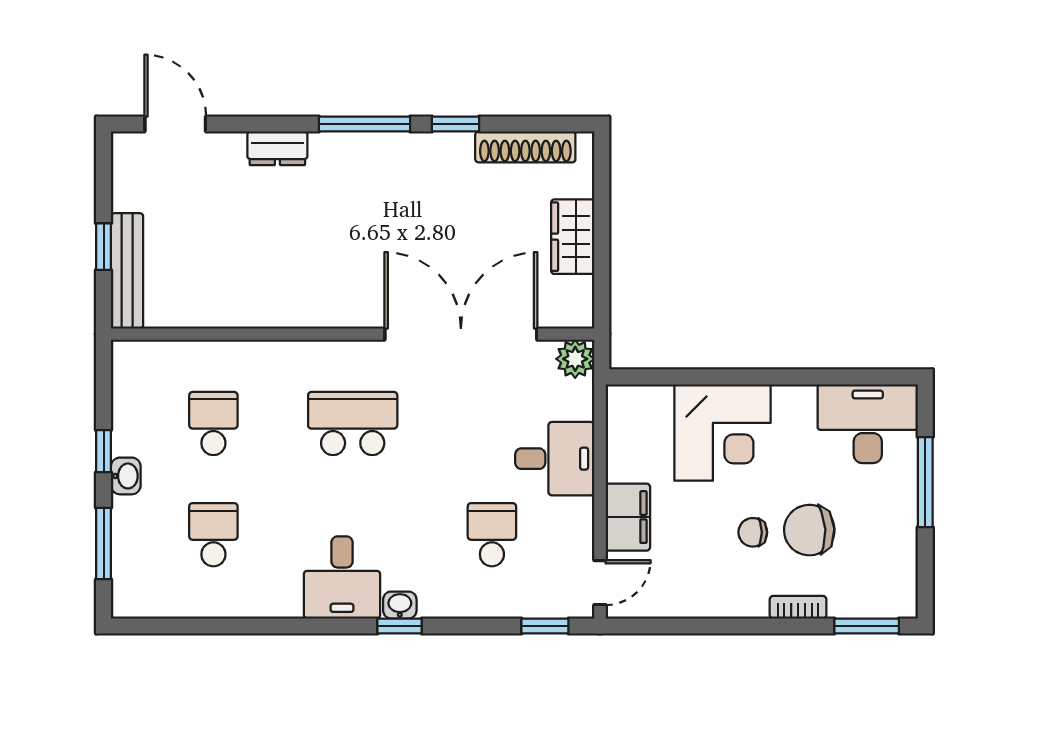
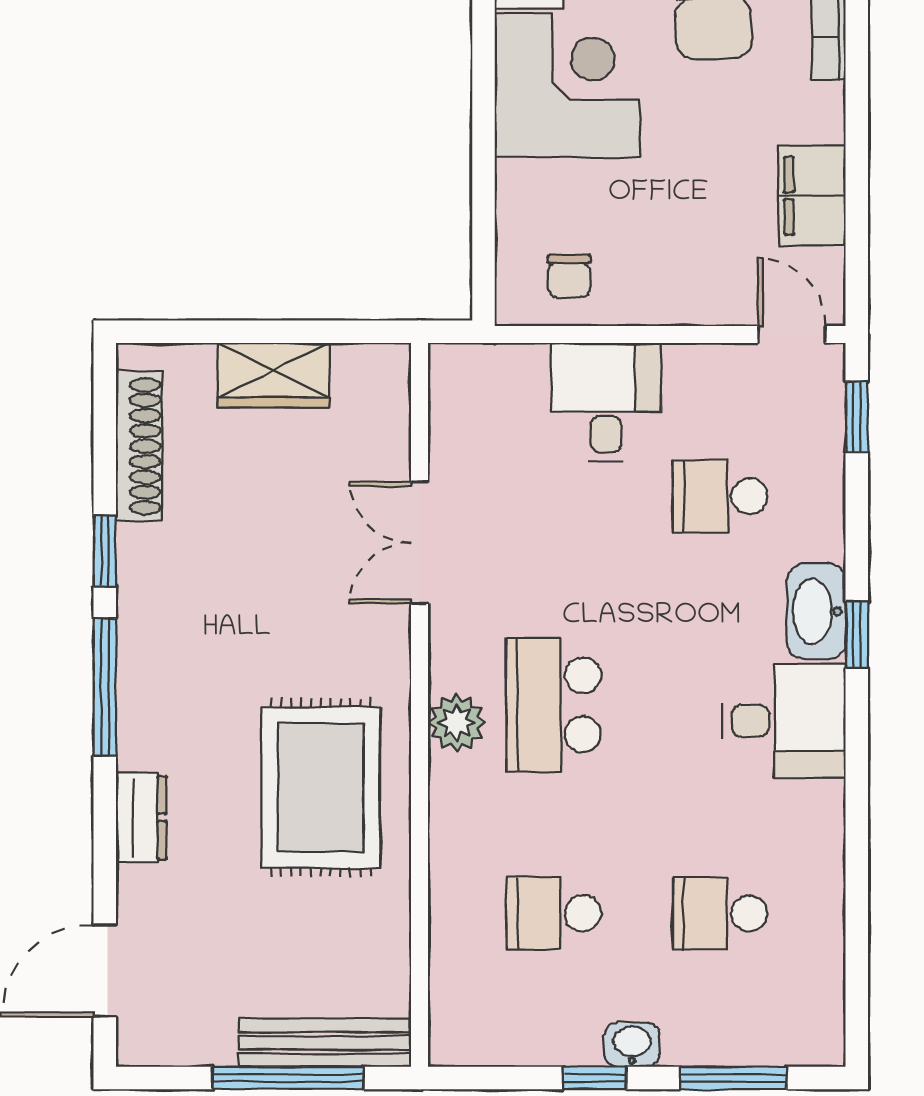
window: (104, 247) -> (288, 1078), width x2.17
rug: (297, 268) -> (321, 787), added
double door: (461, 334) -> (420, 543), width x0.54
plant: (575, 359) -> (457, 722), moved
corner desk: (723, 432) -> (567, 85), moved
filing cabinet: (628, 517) -> (812, 196), moved, turned -90
chair: (753, 532) -> (569, 276), moved
washbasin: (400, 605) -> (816, 611), width x1.91, depth x1.45

